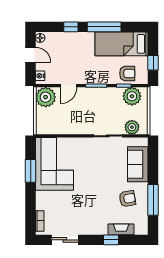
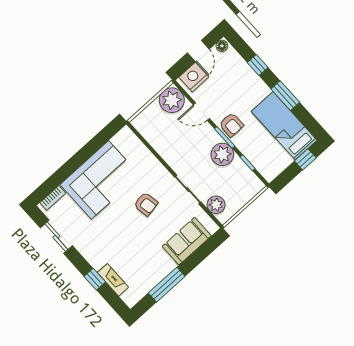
window: (104, 27) -> (285, 96), width x0.69
window: (153, 63) -> (305, 159), moved
armchair: (127, 73) -> (231, 125), moved
nightstand: (40, 76) -> (194, 77), width x1.89, depth x1.79
plant: (132, 96) -> (222, 154), moved
corner sofa: (54, 164) -> (100, 180), moved
window: (31, 171) -> (91, 148), removed
armchair: (127, 199) -> (146, 204), moved

